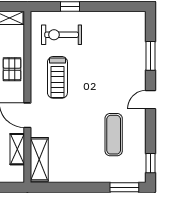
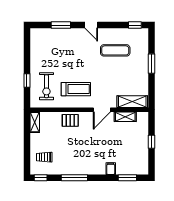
window: (124, 187) -> (151, 64), moved

